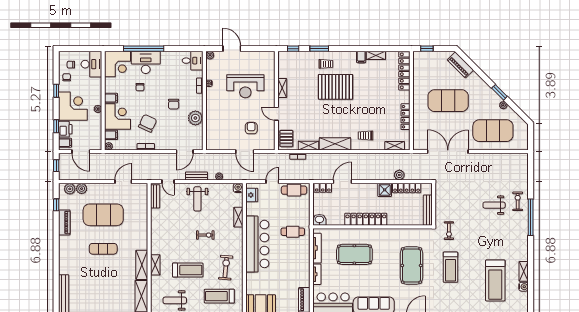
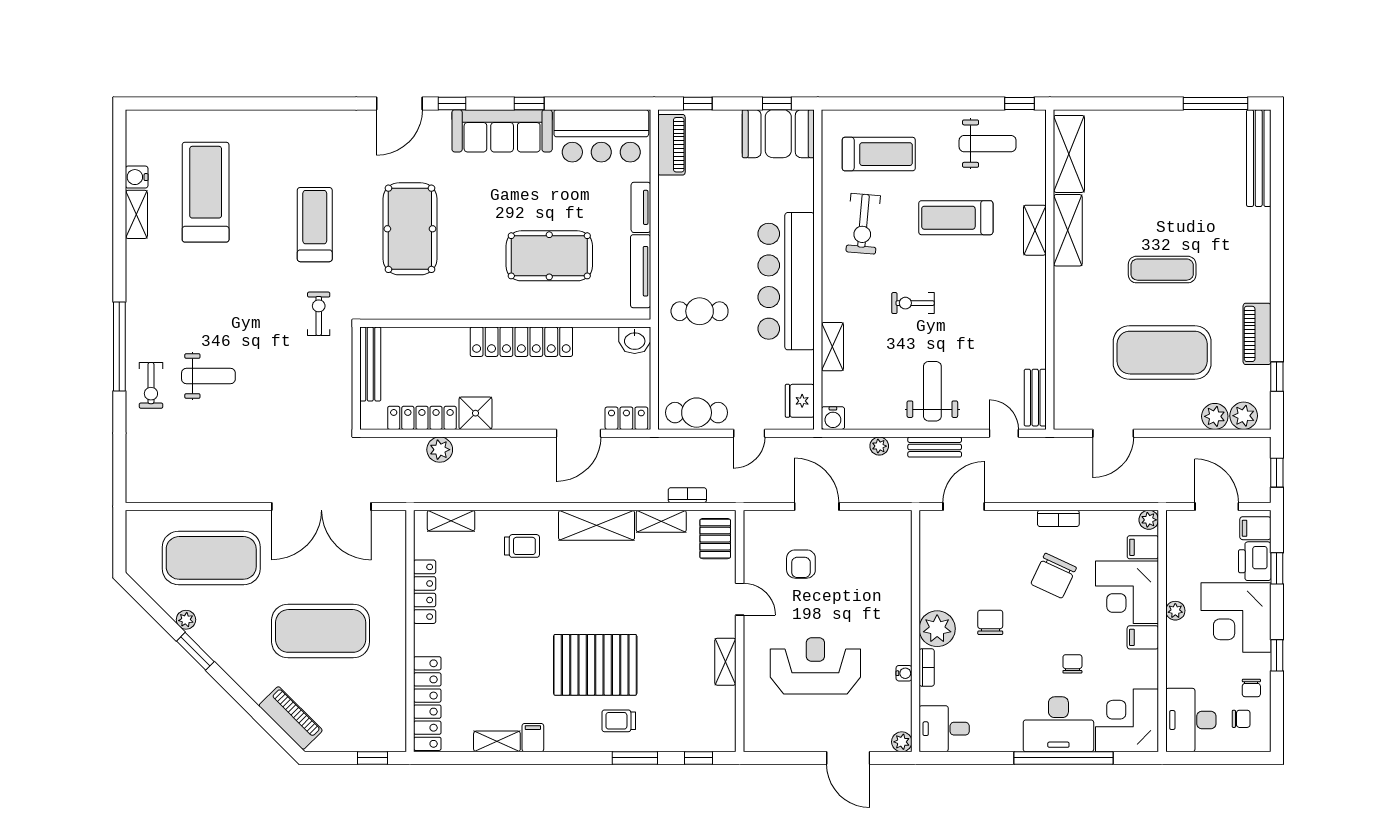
plant: (195, 118) -> (937, 629), moved

